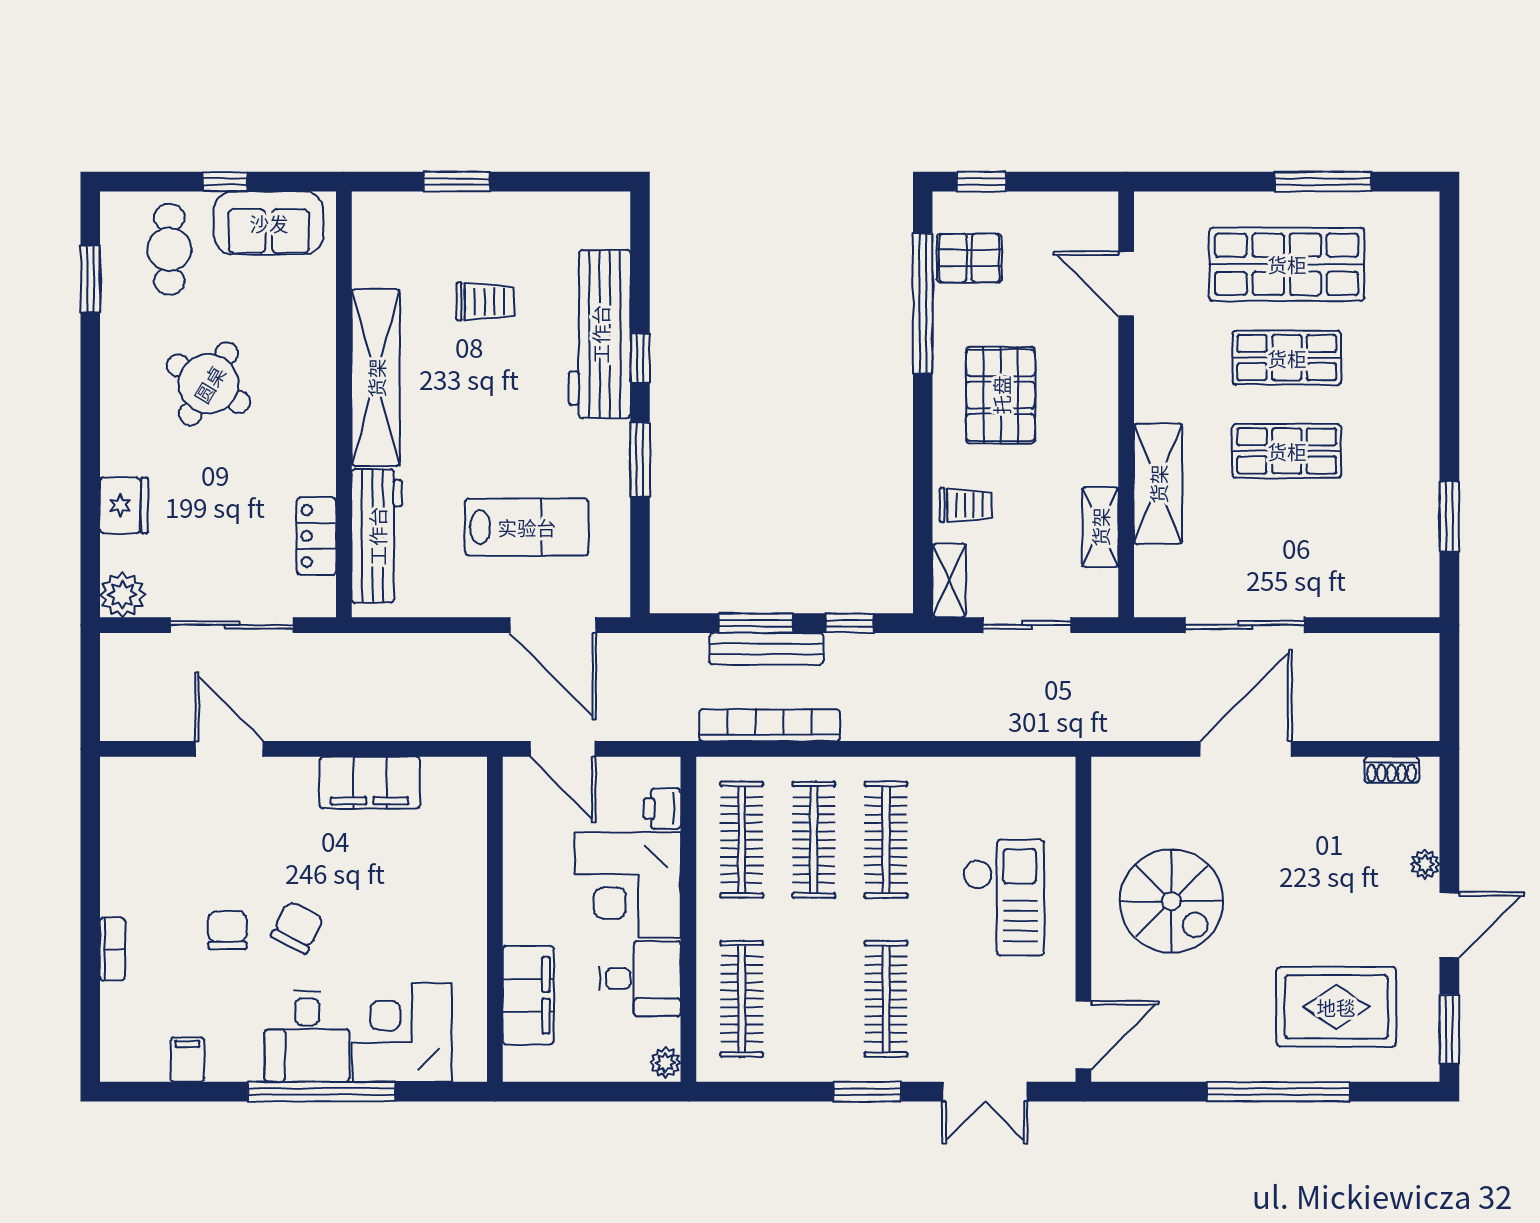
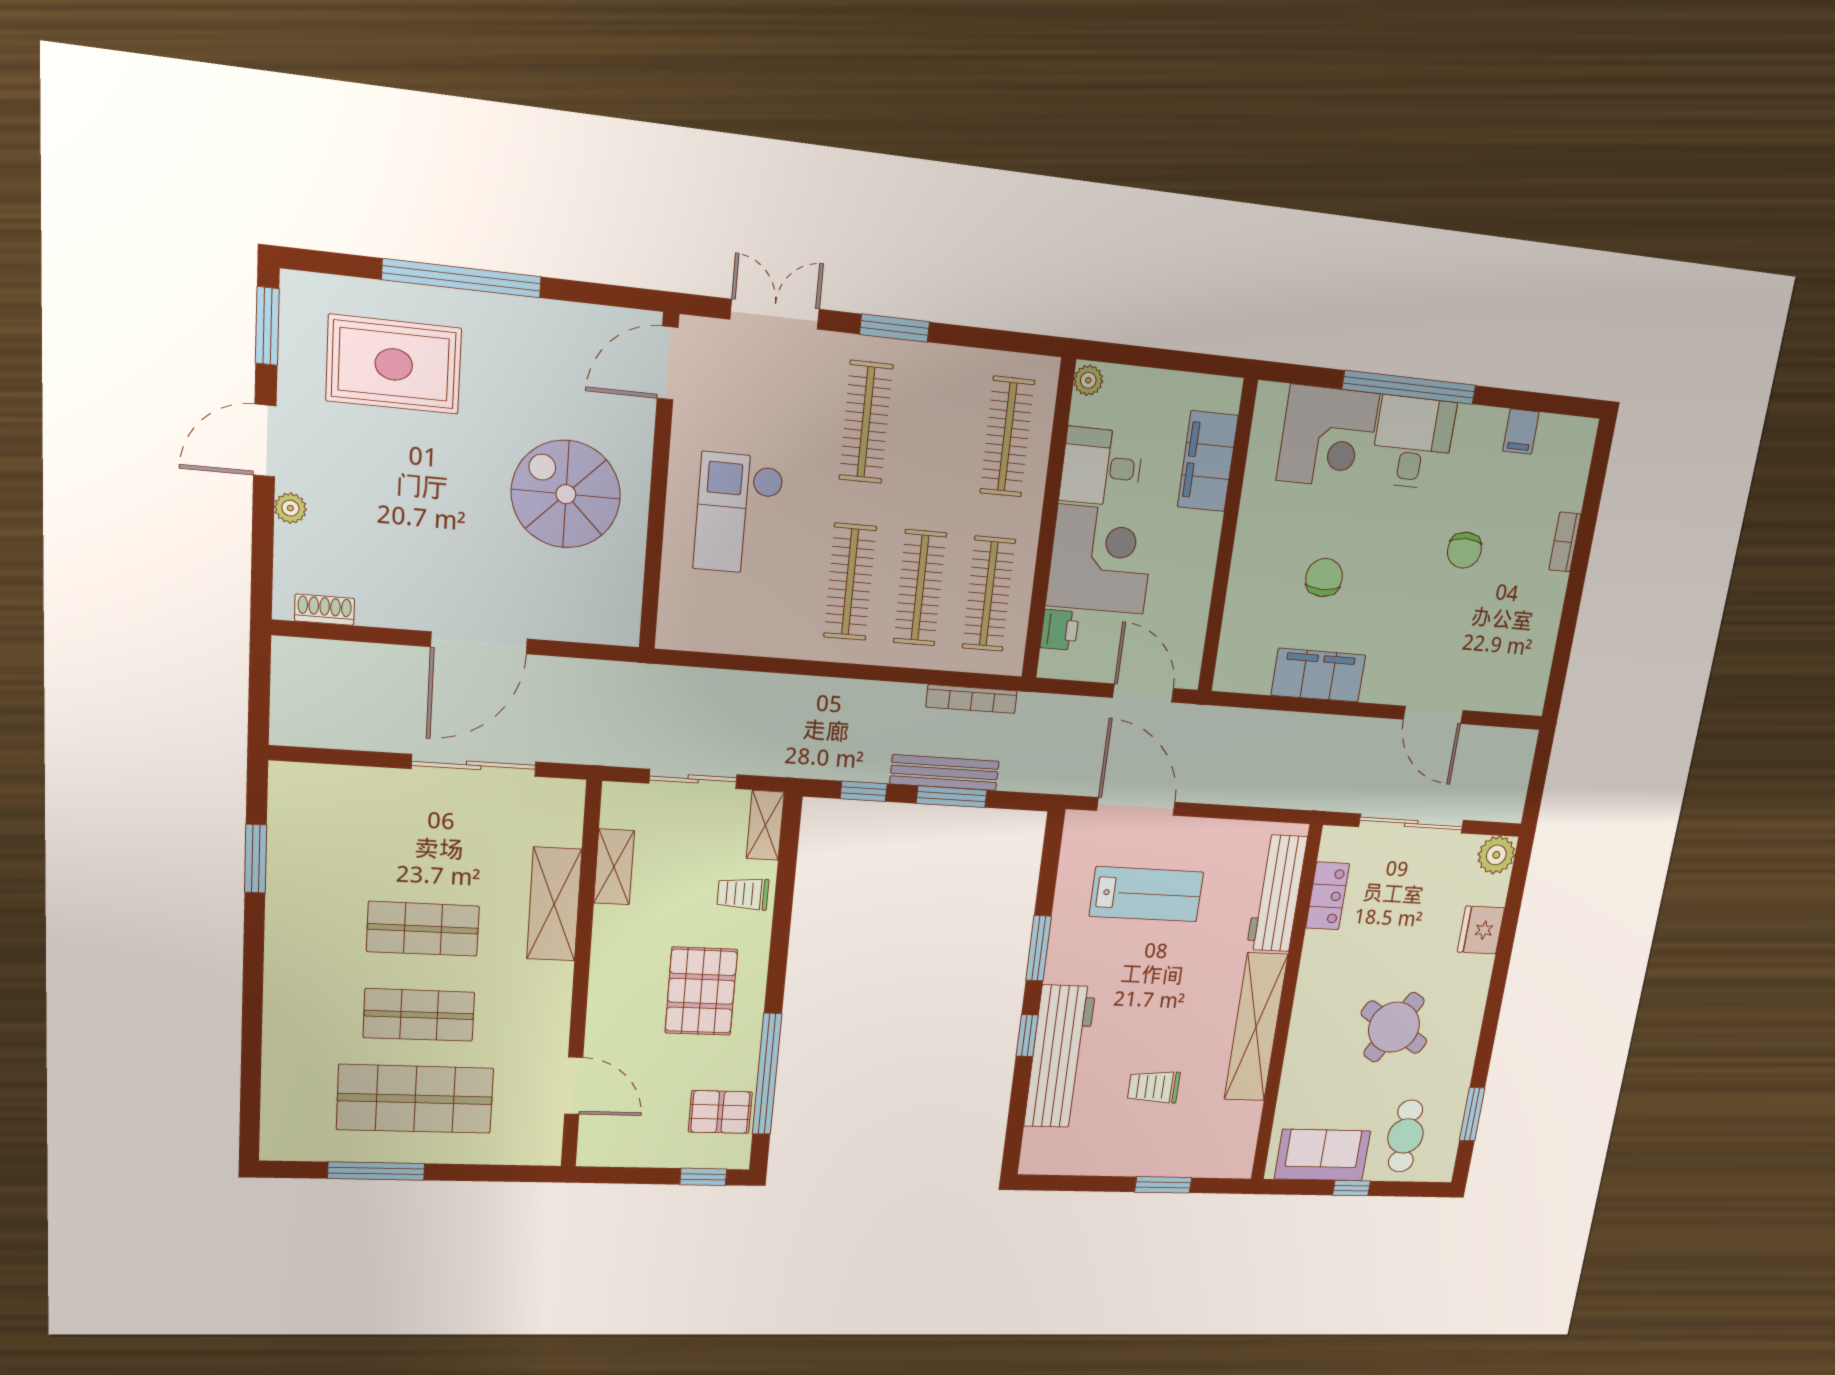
lab bench: (527, 527) -> (1146, 894), turned 180
bookcase: (770, 725) -> (972, 699), width x0.68, depth x0.76
chair: (297, 927) -> (1324, 578), moved, turned 153

